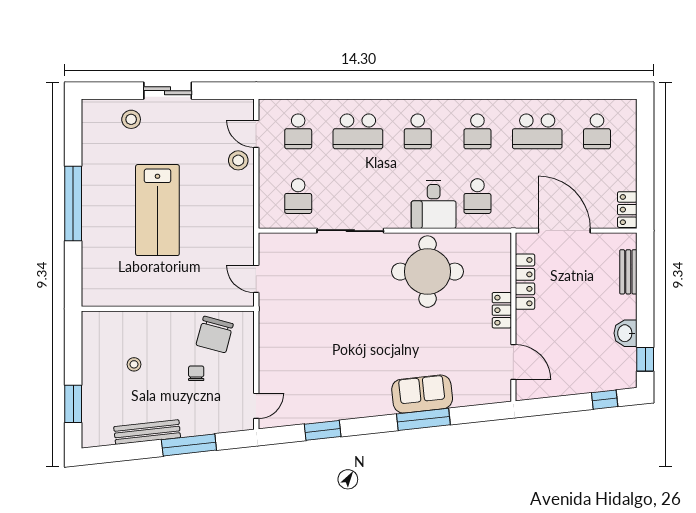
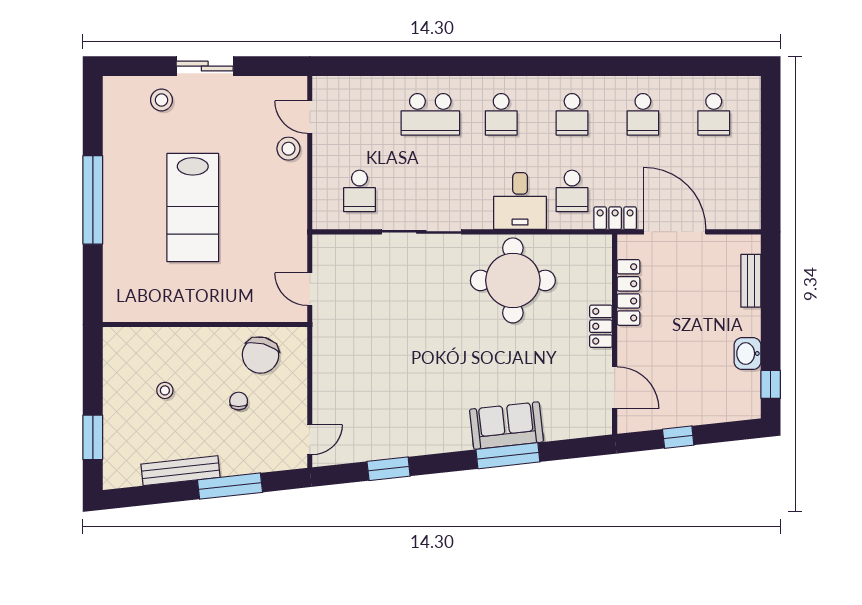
school desk: (298, 131) -> (359, 114), removed
school desk: (537, 131) -> (643, 114), width x0.54
locker: (627, 210) -> (615, 218), moved, turned 90
window: (605, 400) -> (678, 437), moved

